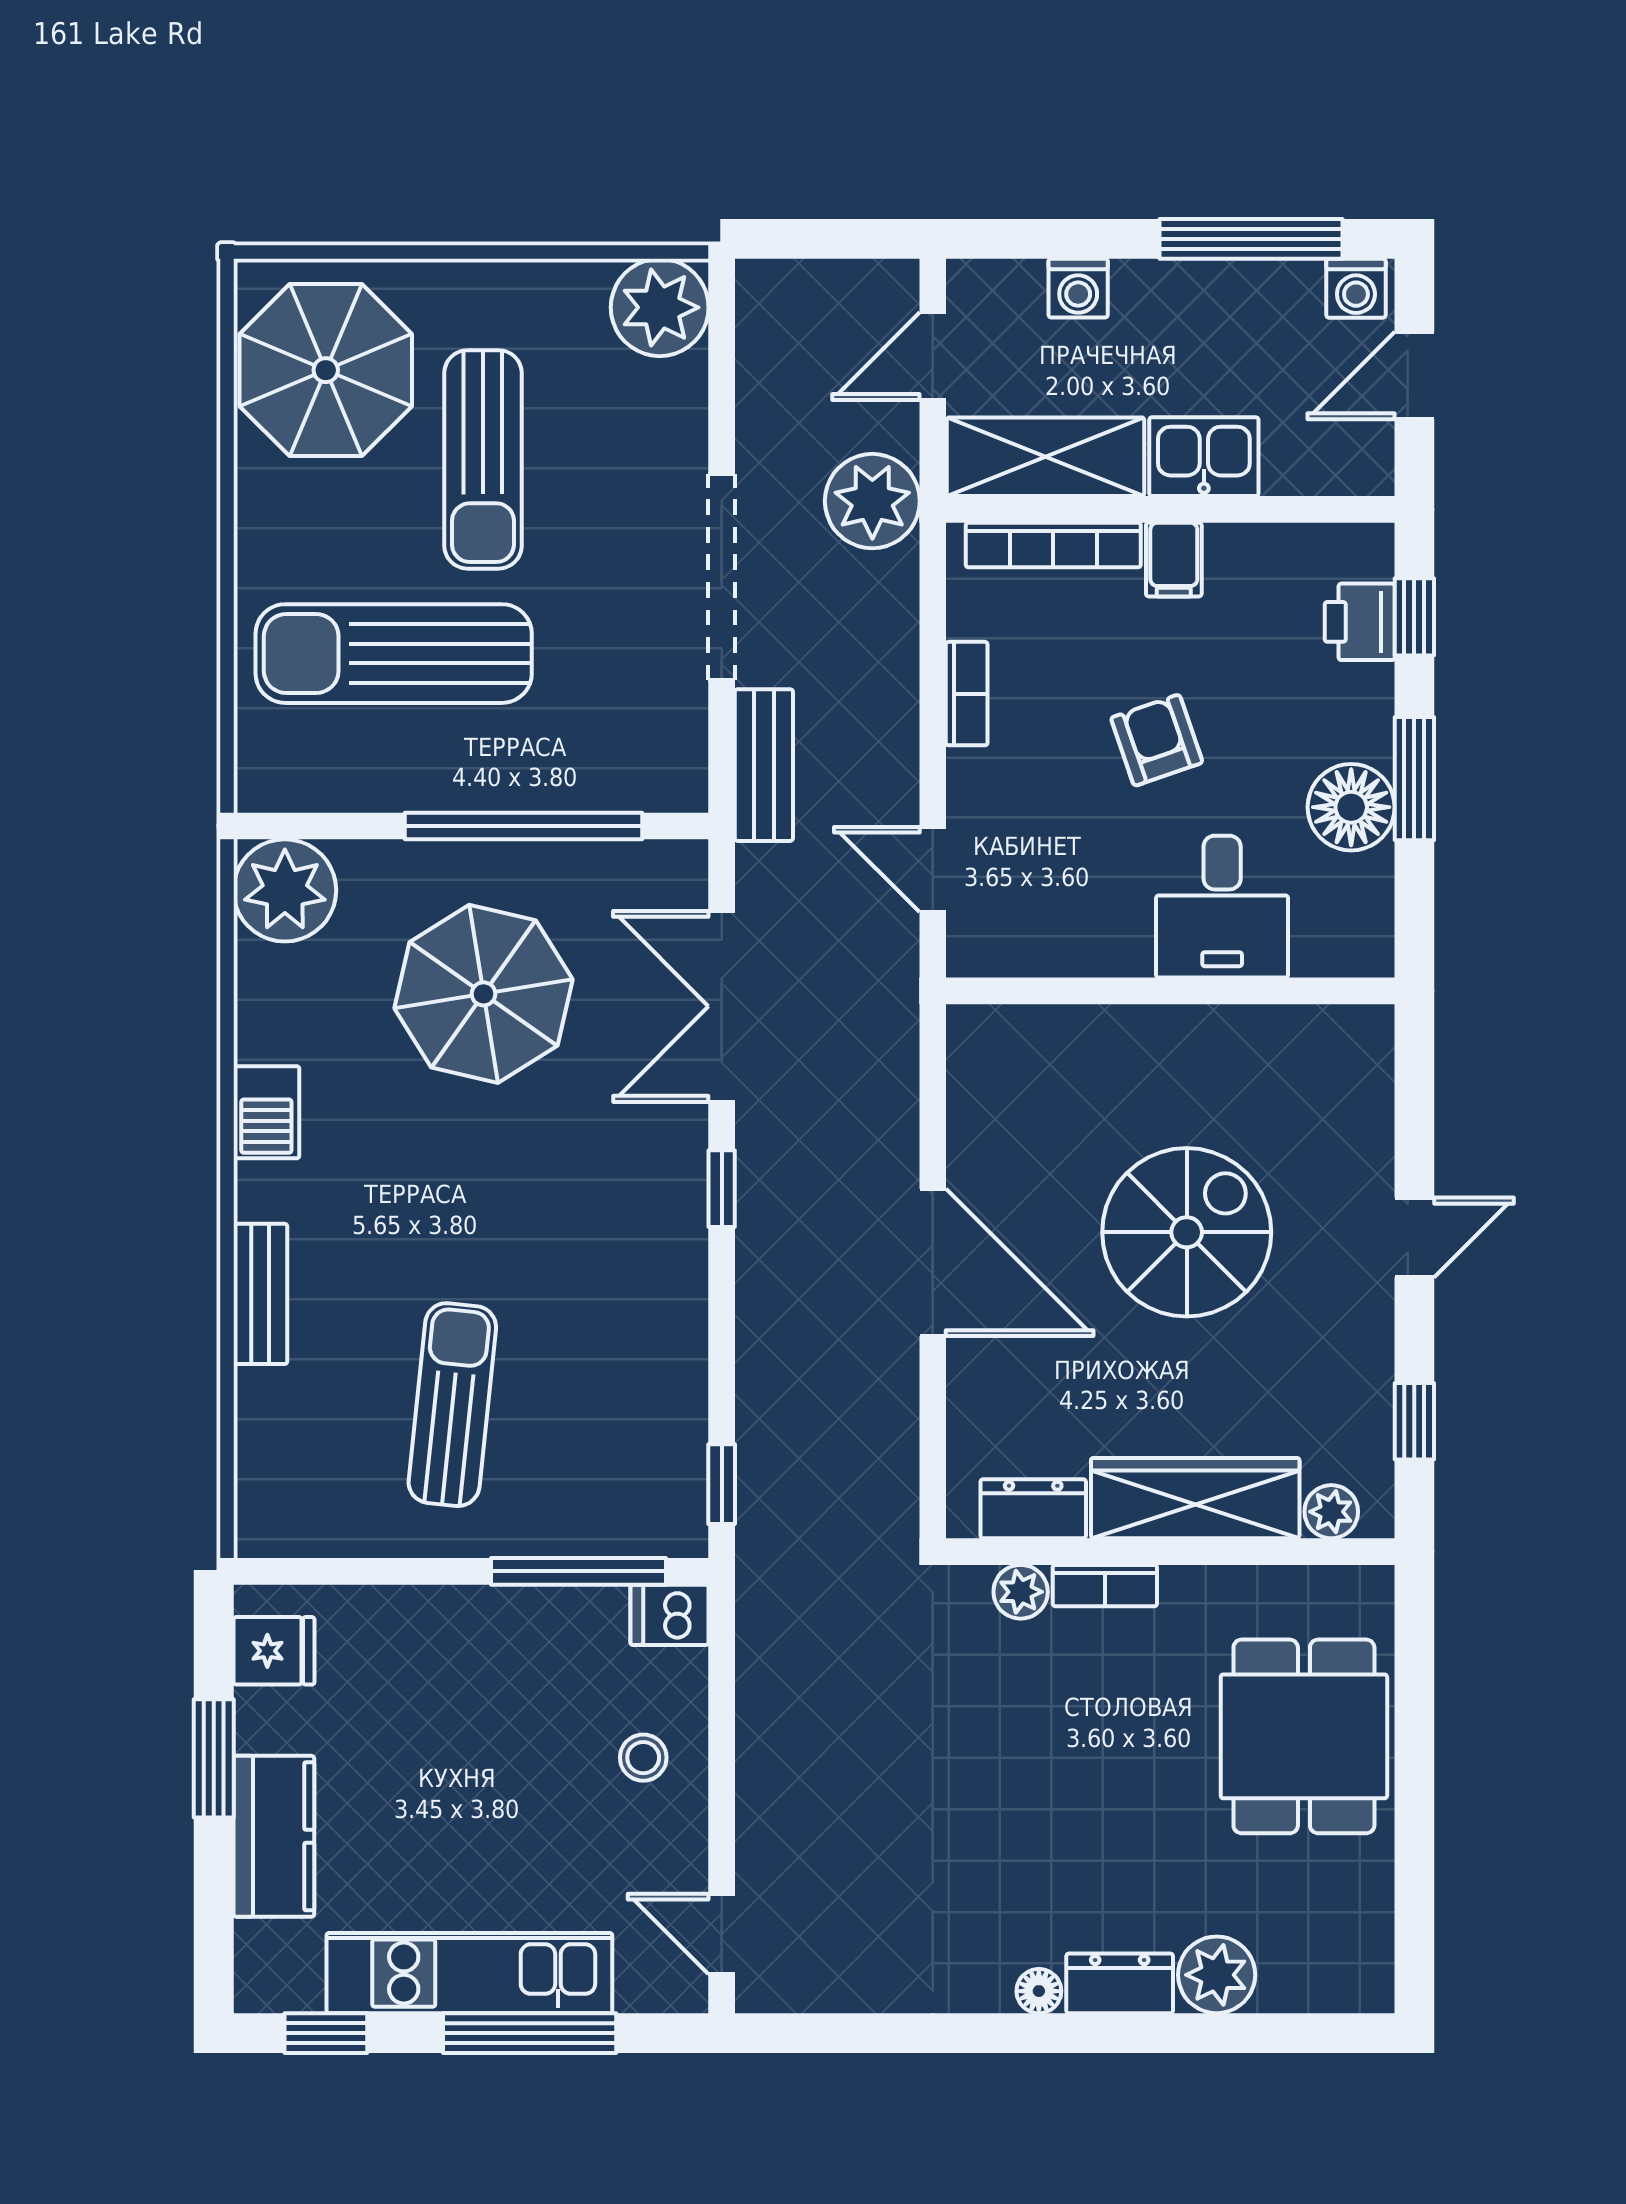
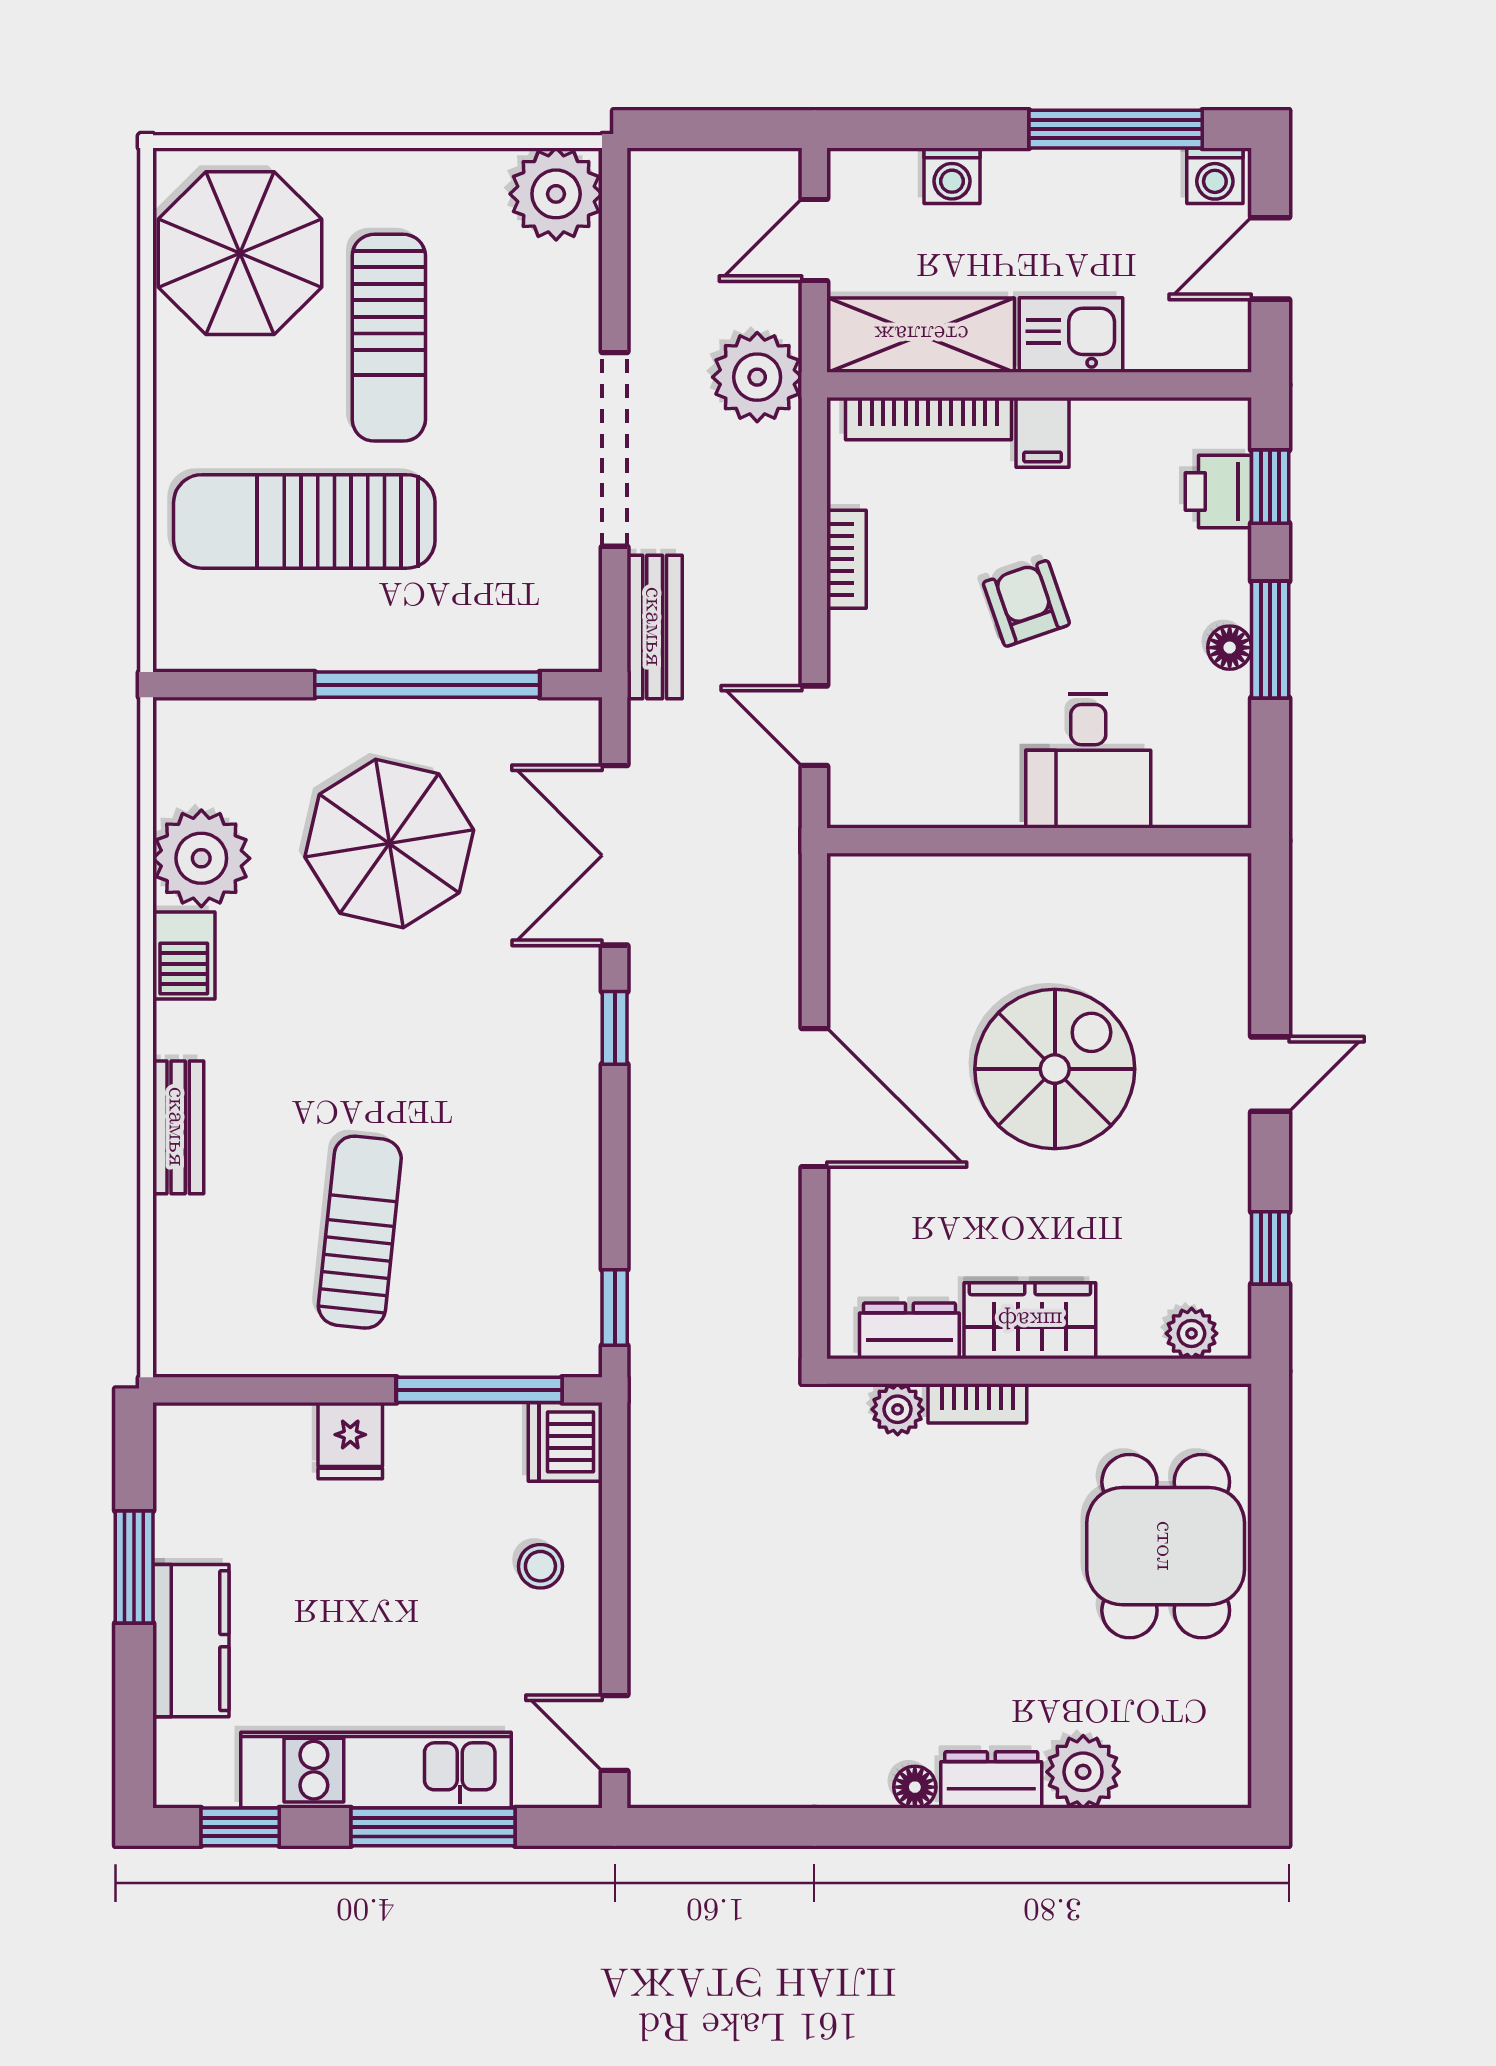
floor lamp: (1351, 807) -> (1230, 648), width x0.53, depth x0.53
plant: (285, 890) -> (201, 858), moved
wardrobe: (1195, 1498) -> (1030, 1321), width x0.67
dishwasher: (670, 1615) -> (565, 1442), width x1.38
fridge: (274, 1651) -> (350, 1441), moved, turned 90

